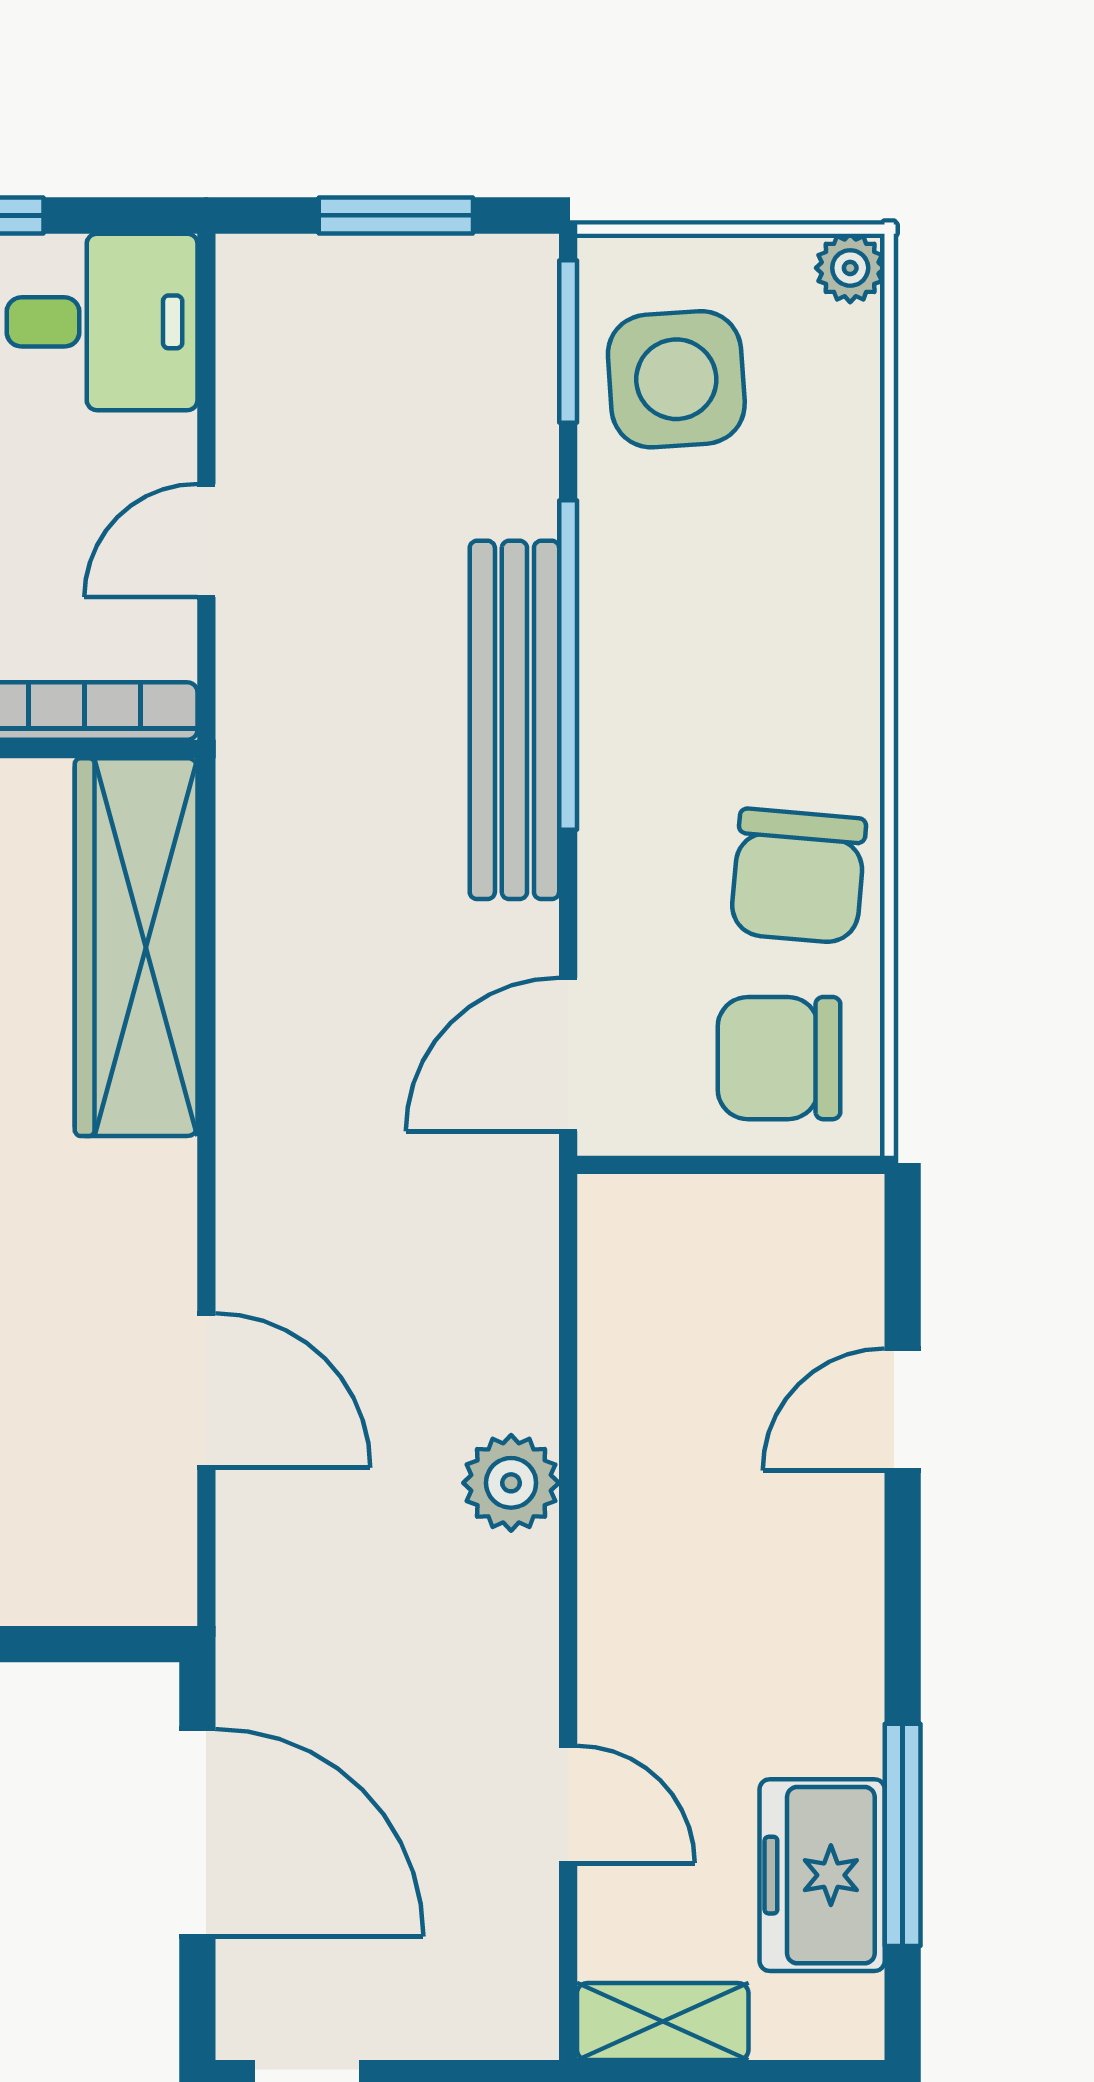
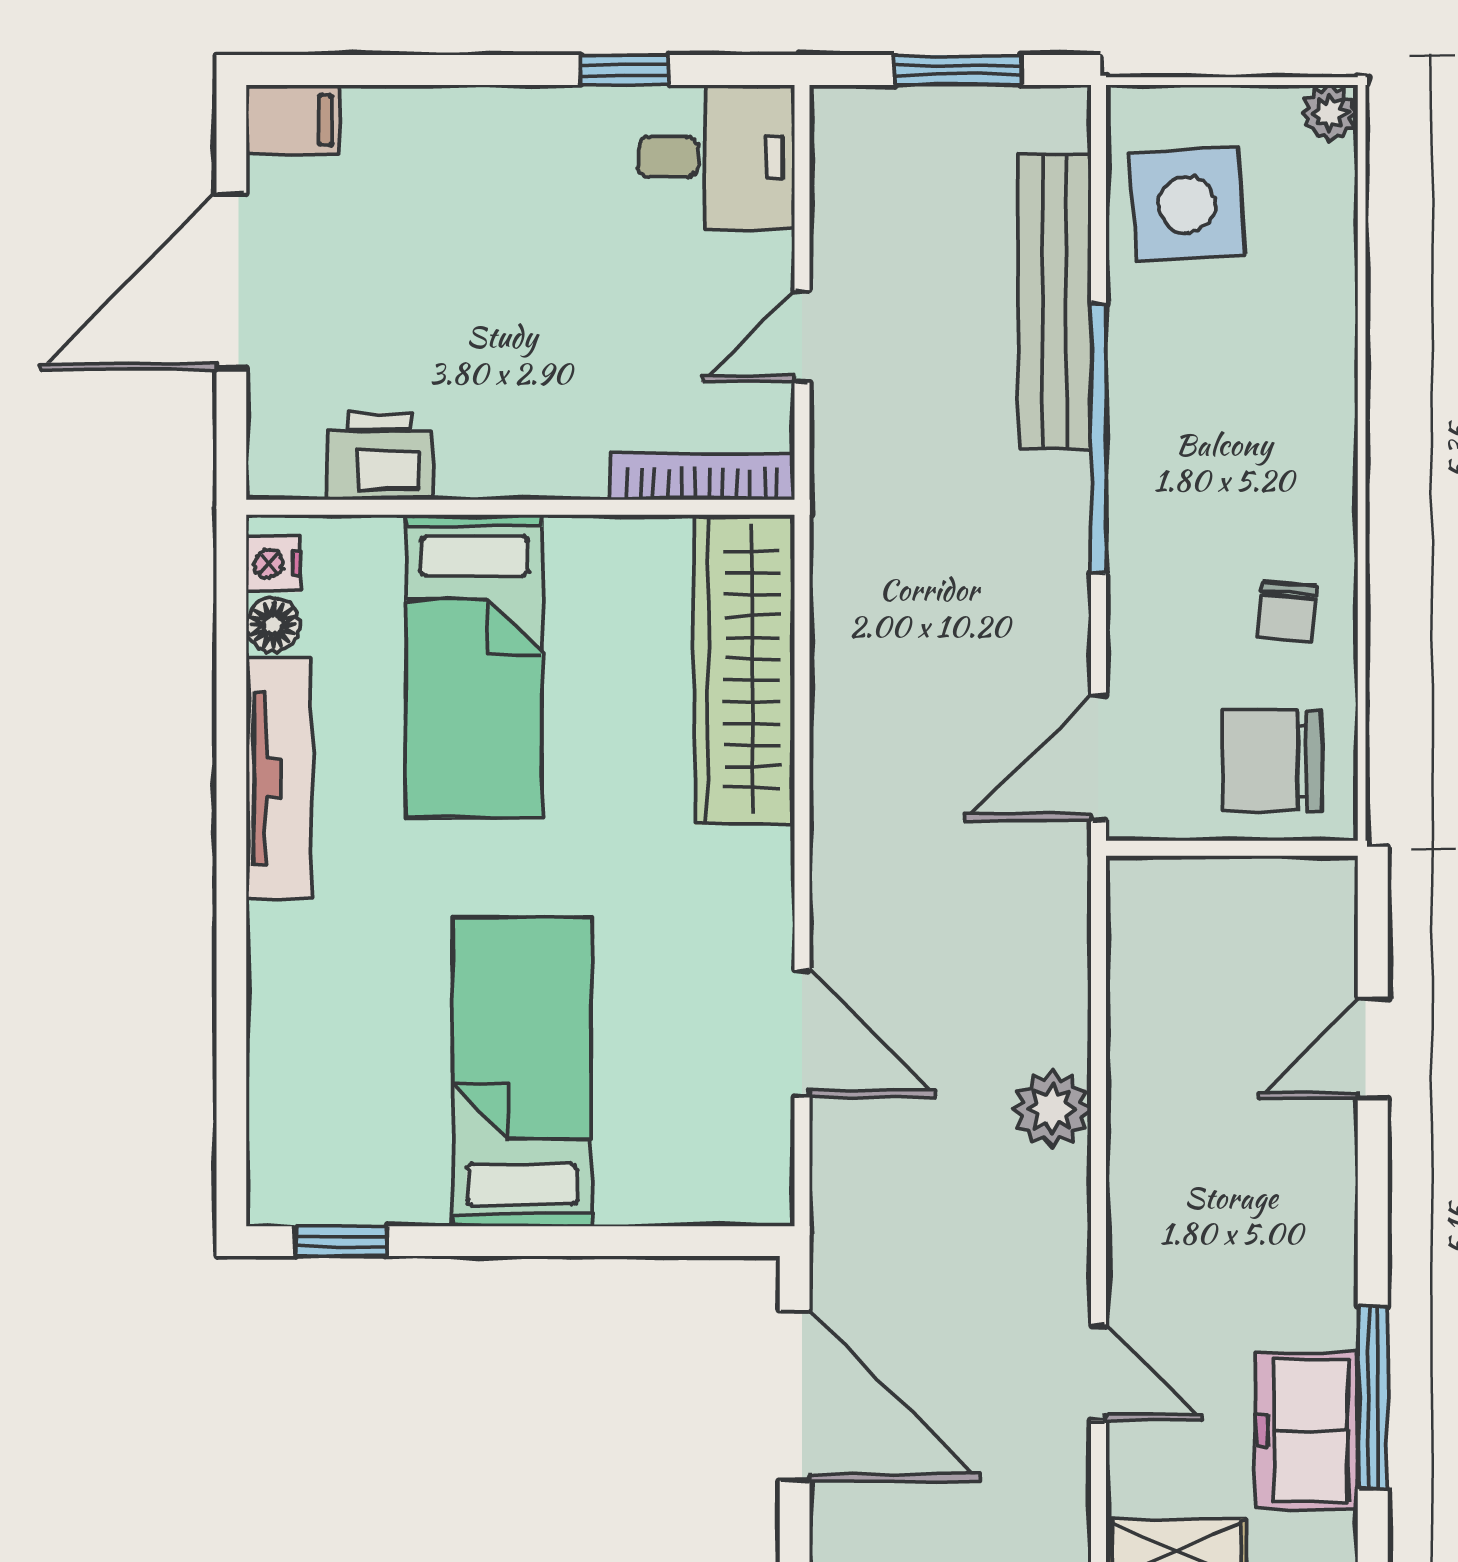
window: (568, 342) -> (1099, 173), removed
bench: (514, 720) -> (1055, 302), moved
chair: (798, 876) -> (1287, 612), width x0.54, depth x0.54

